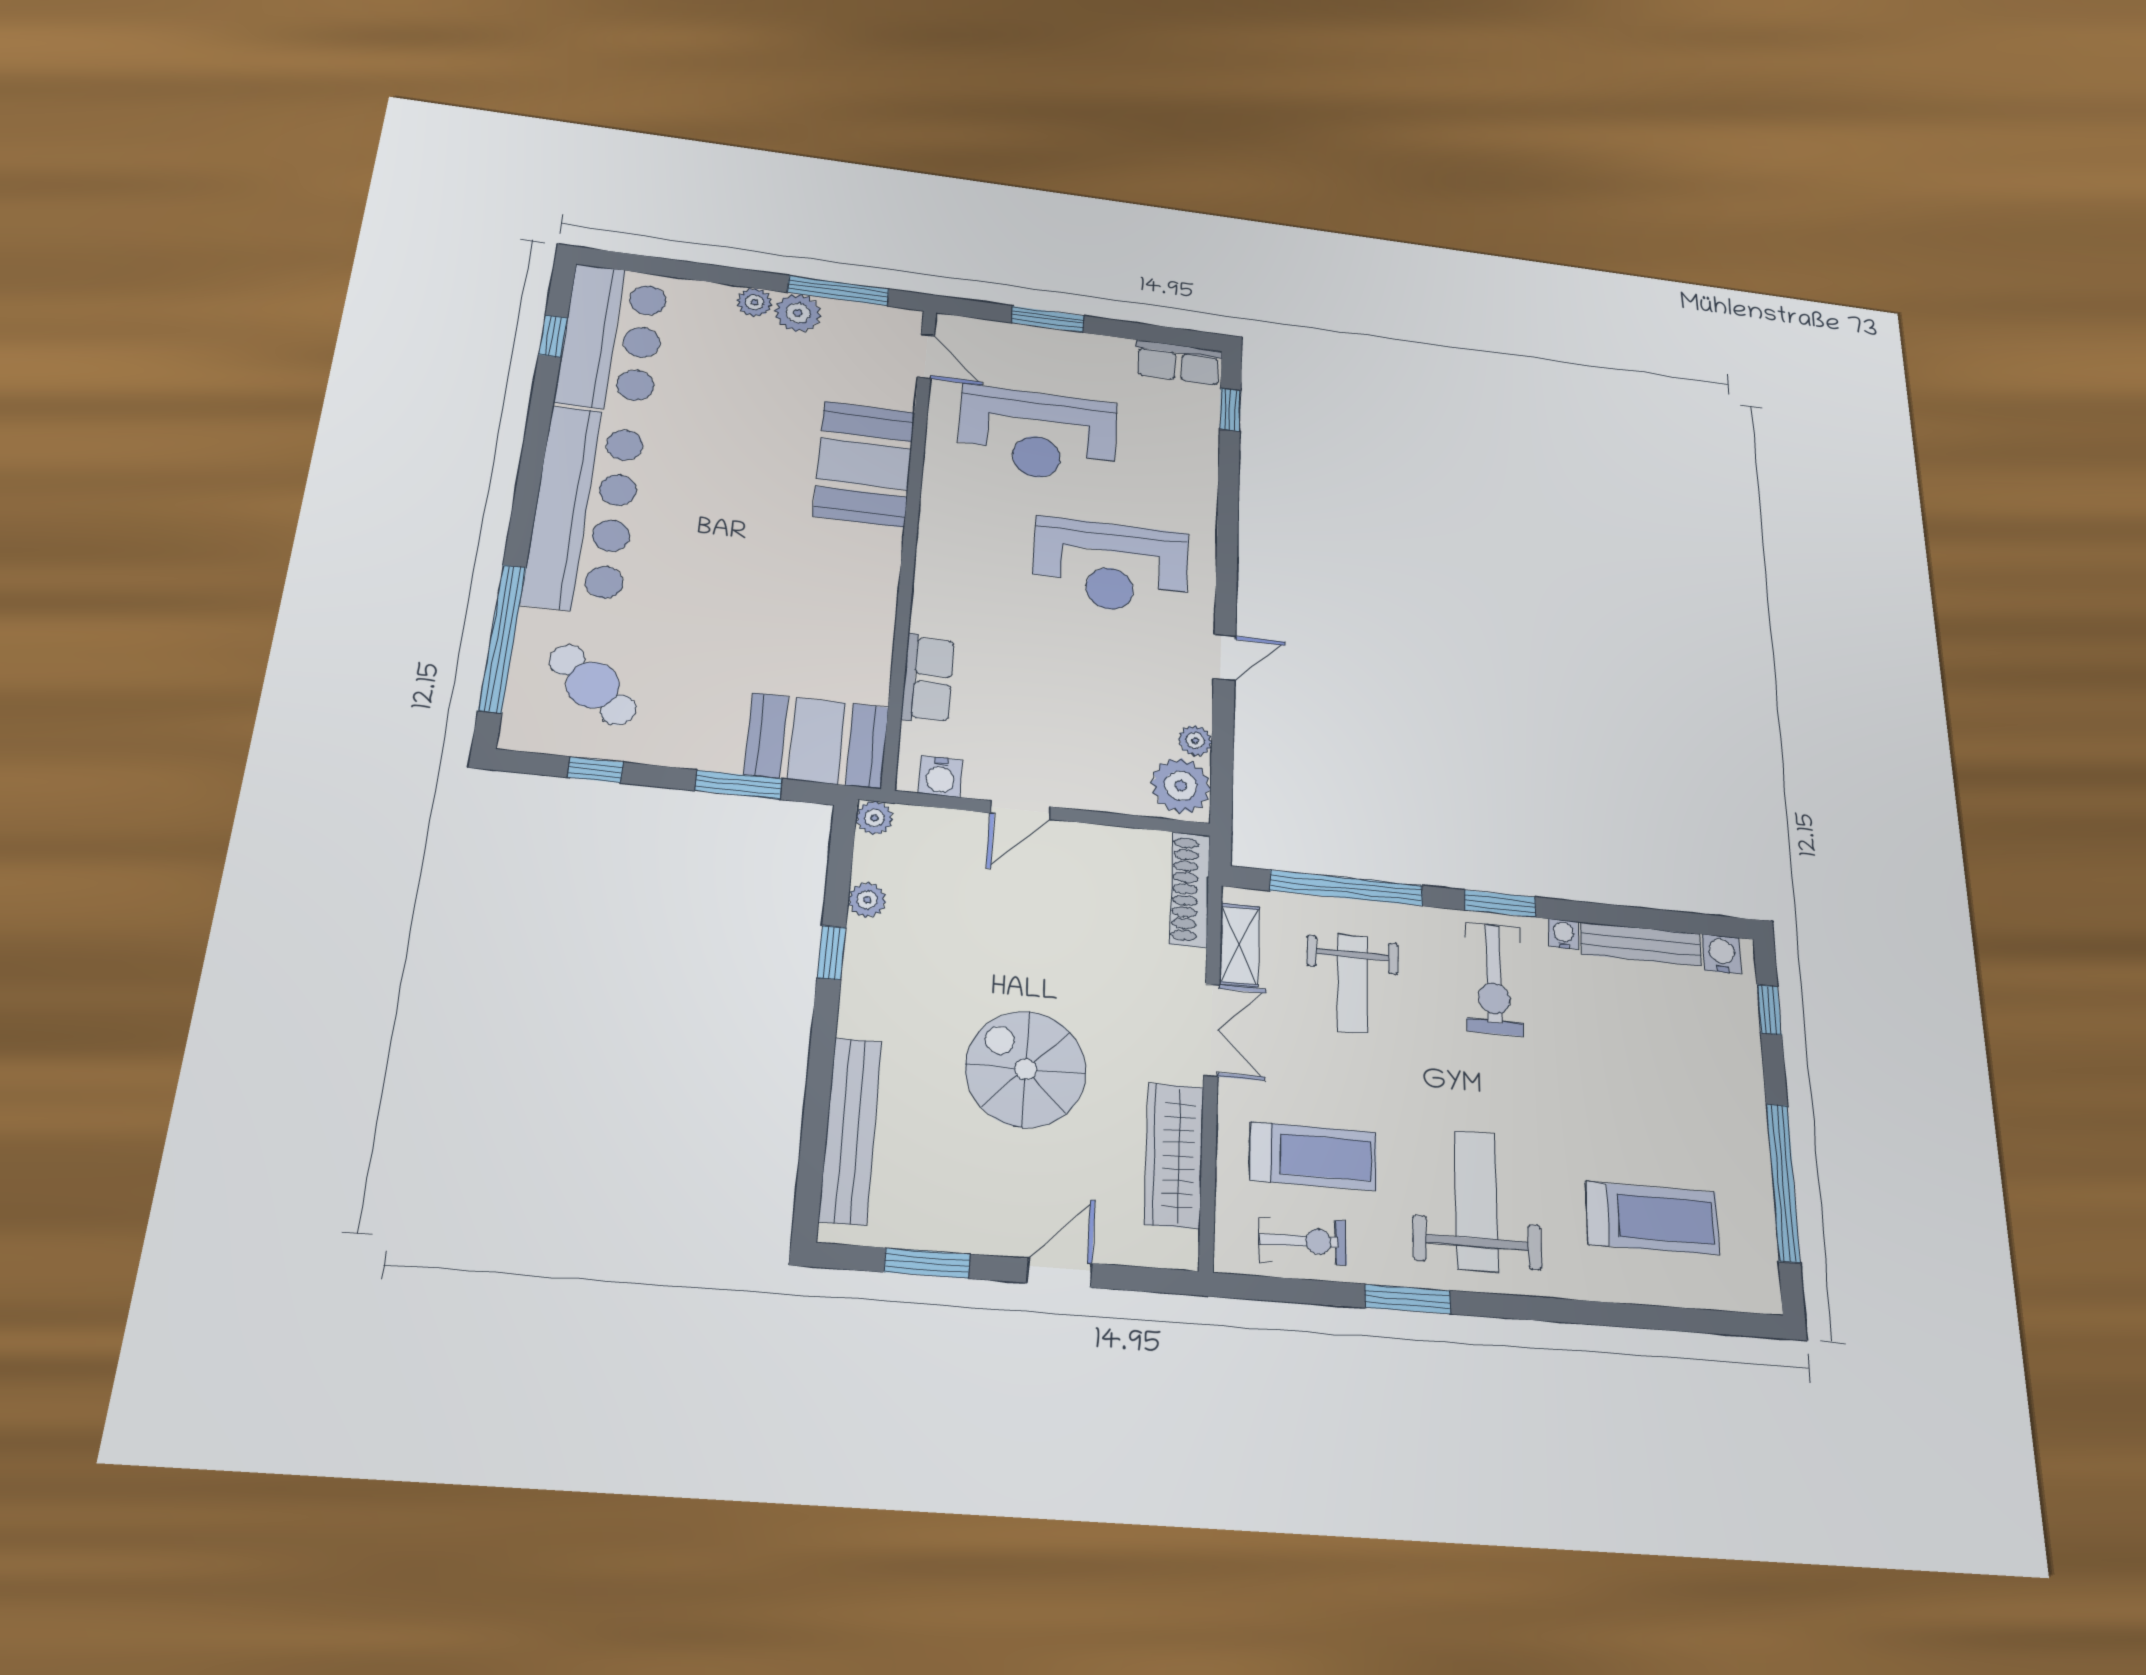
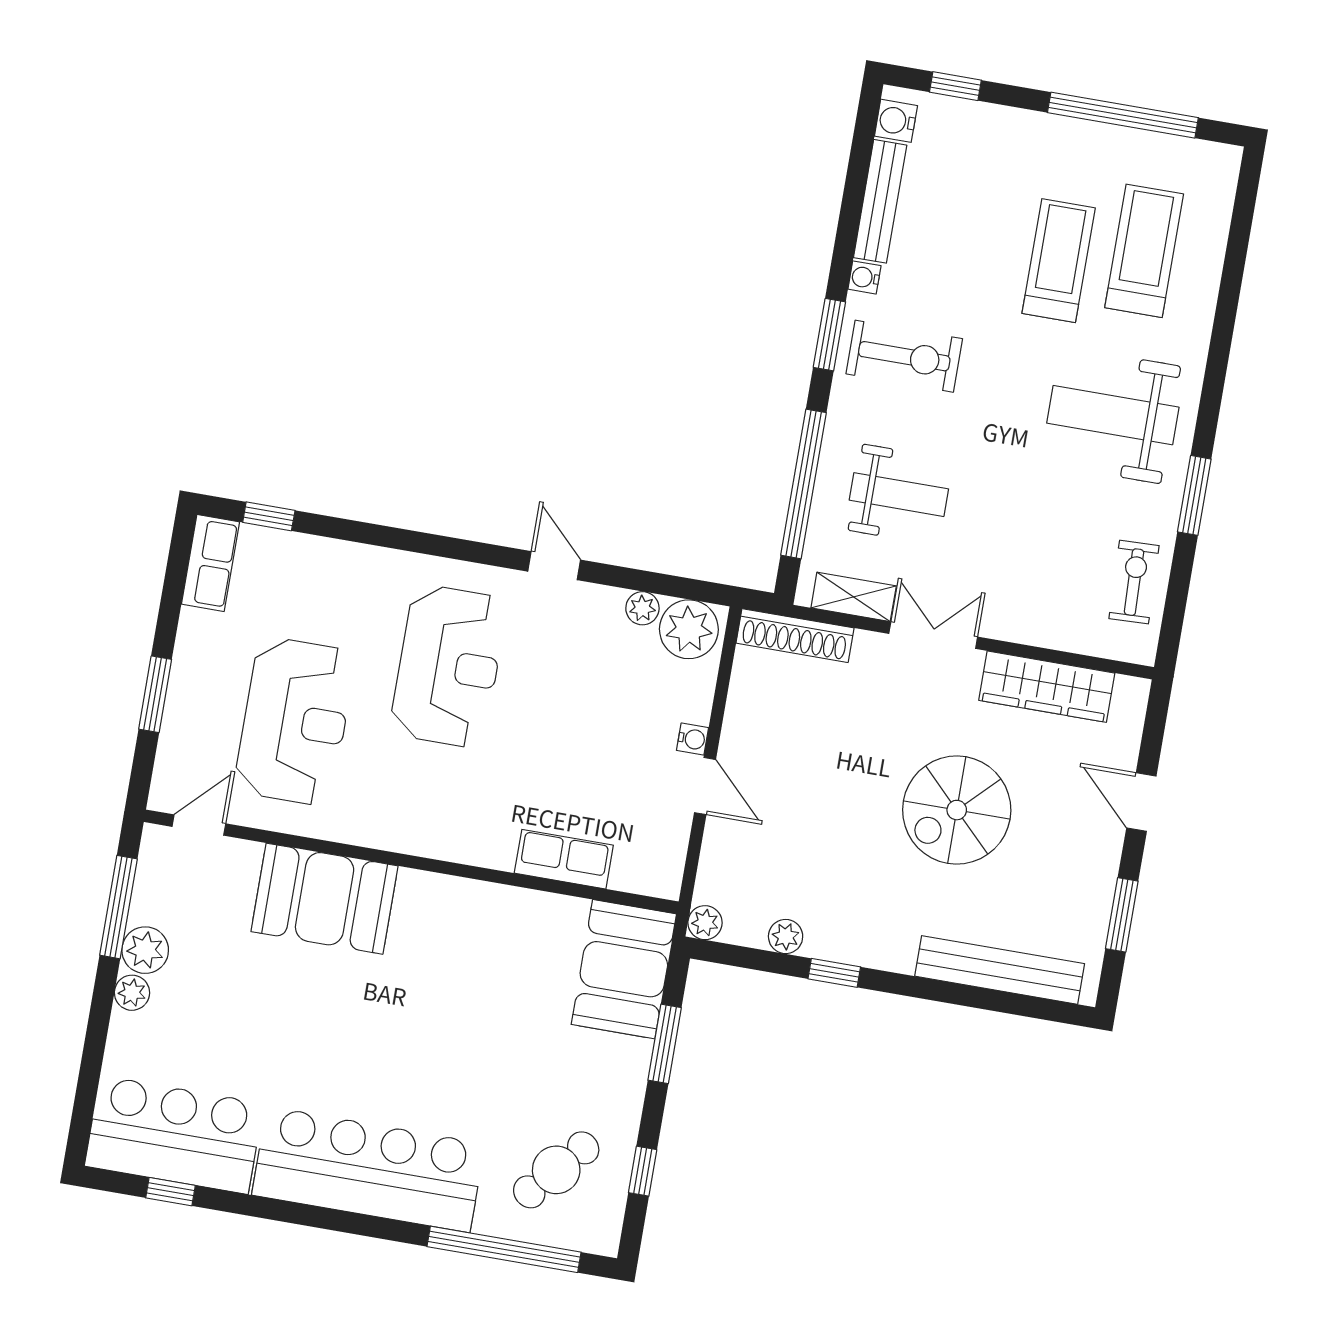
water cooler: (940, 777) -> (693, 739), moved, width x0.72, depth x0.72
treadmill: (1313, 1156) -> (1059, 261), moved

